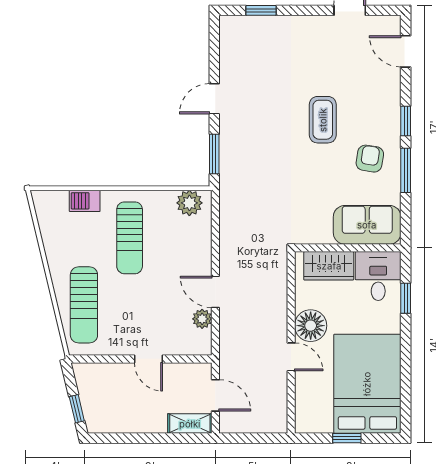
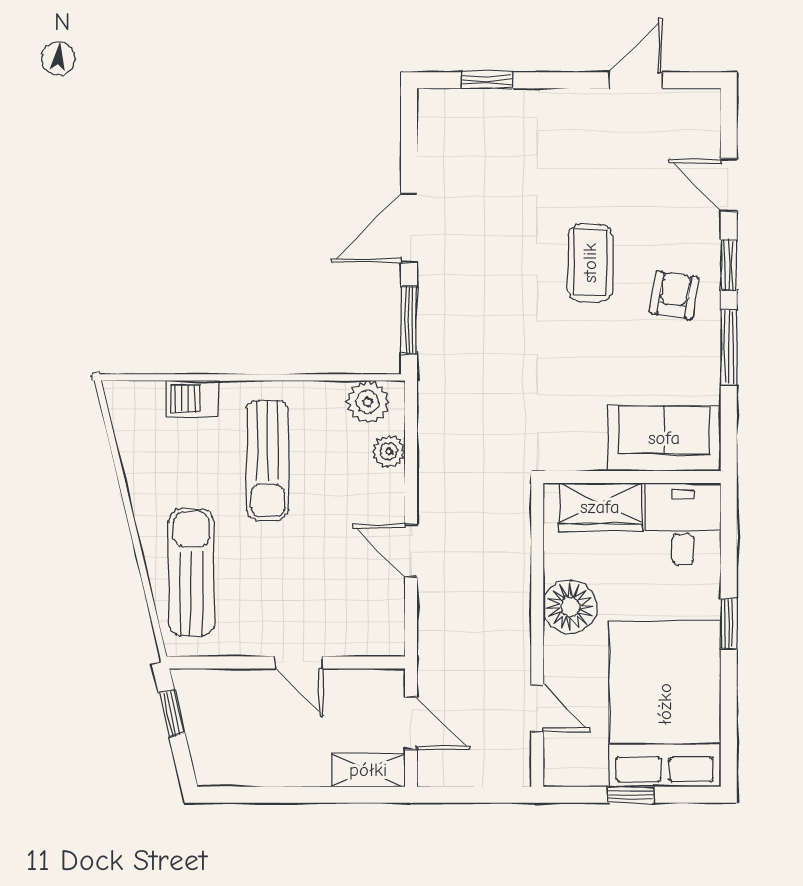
door: (406, 51) -> (729, 185), moved
door: (214, 99) -> (409, 228), width x1.38
armchair: (370, 159) -> (674, 295), moved
window: (406, 298) -> (729, 624), moved
sun lounger: (84, 305) -> (191, 572), turned 180
plant: (202, 319) -> (389, 451), moved
door: (291, 357) -> (537, 708), moved
window: (77, 409) -> (172, 713), moved

